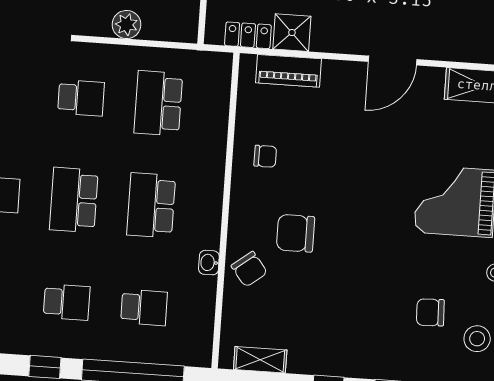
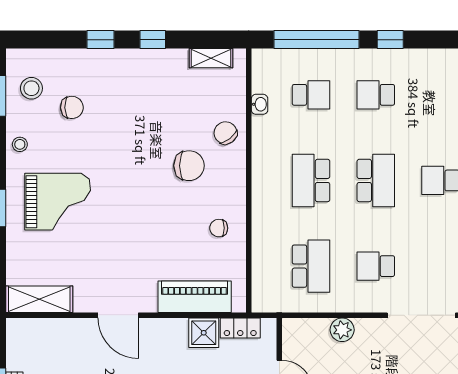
door: (393, 61) -> (118, 315), swing flipped
piano: (288, 71) -> (195, 297), width x1.37, depth x1.33
school desk: (151, 205) -> (311, 180), turned 180
washbasin: (209, 263) -> (260, 104), moved
school desk: (144, 307) -> (311, 95), turned 180

